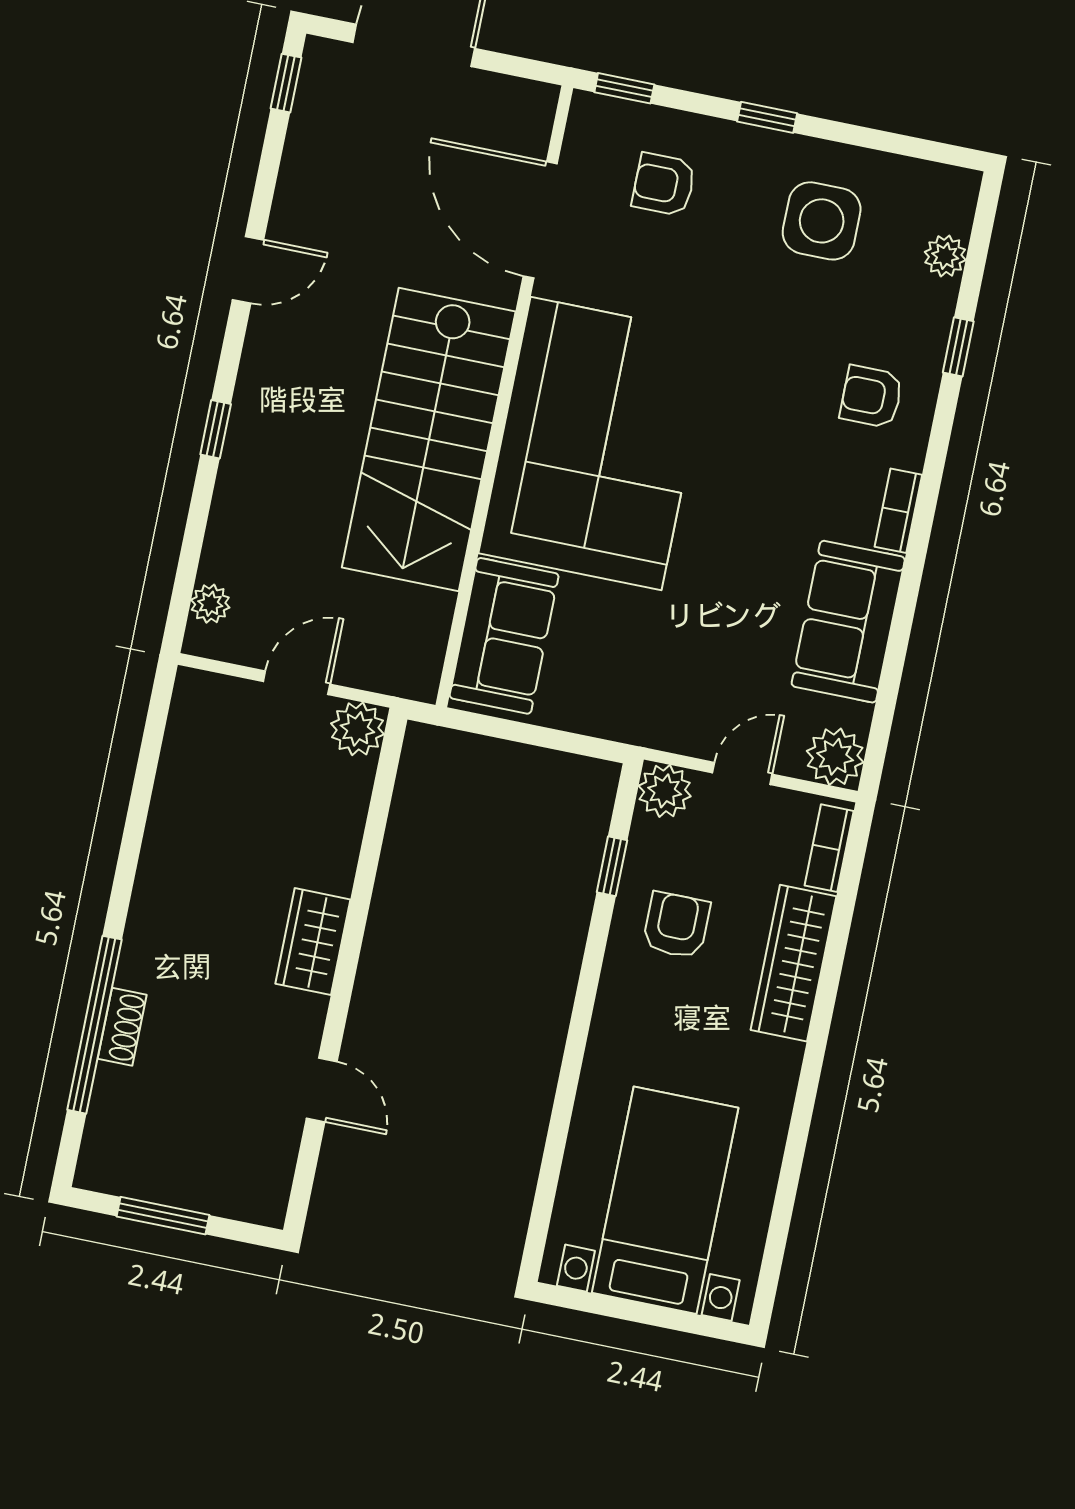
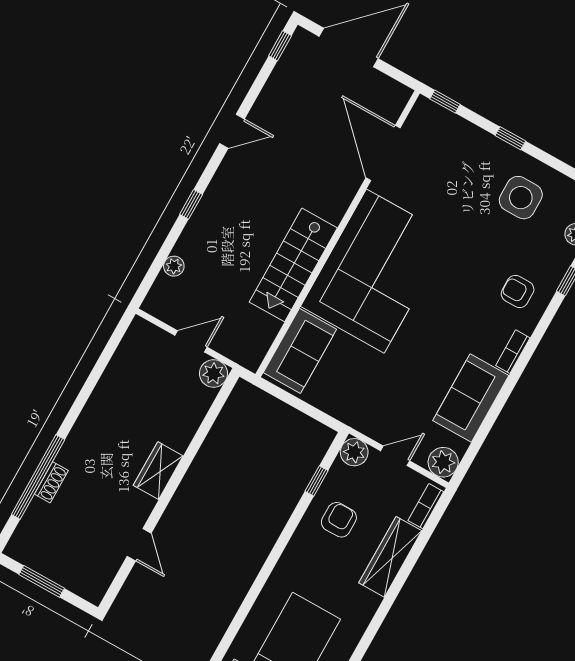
armchair: (664, 184) -> (449, 155), removed
stairs: (429, 439) -> (293, 265), width x0.73, depth x0.66
plant: (210, 604) -> (174, 266), moved

